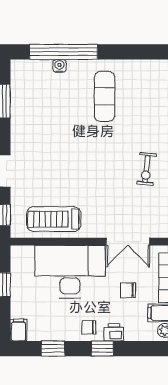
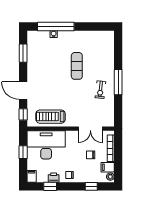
exercise mat: (105, 96) -> (77, 66), moved
desk: (70, 272) -> (46, 145), moved
printer: (114, 332) -> (54, 178), moved
window: (102, 349) -> (91, 186), moved

